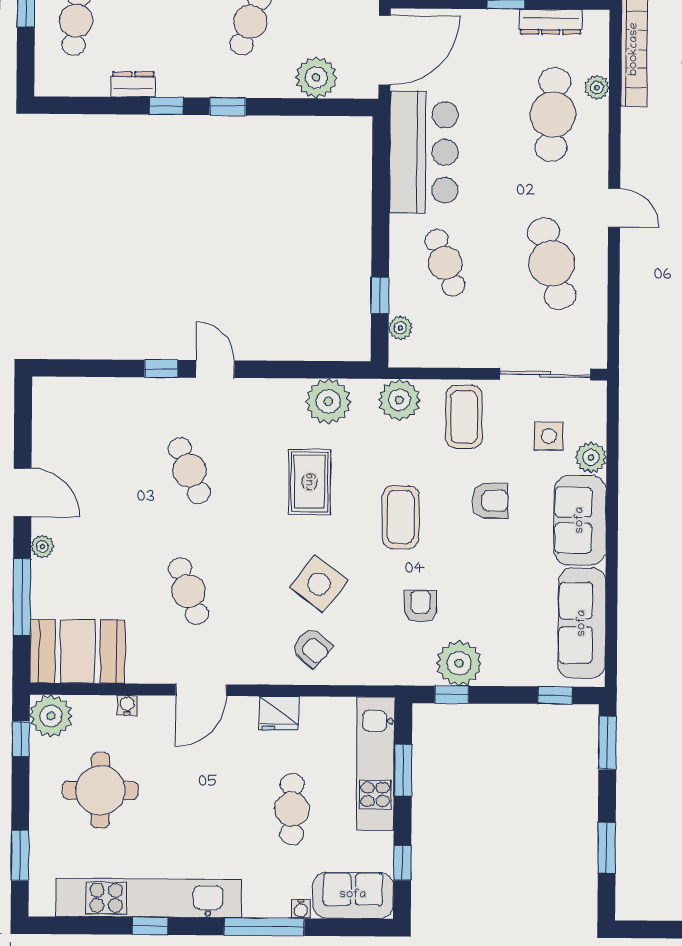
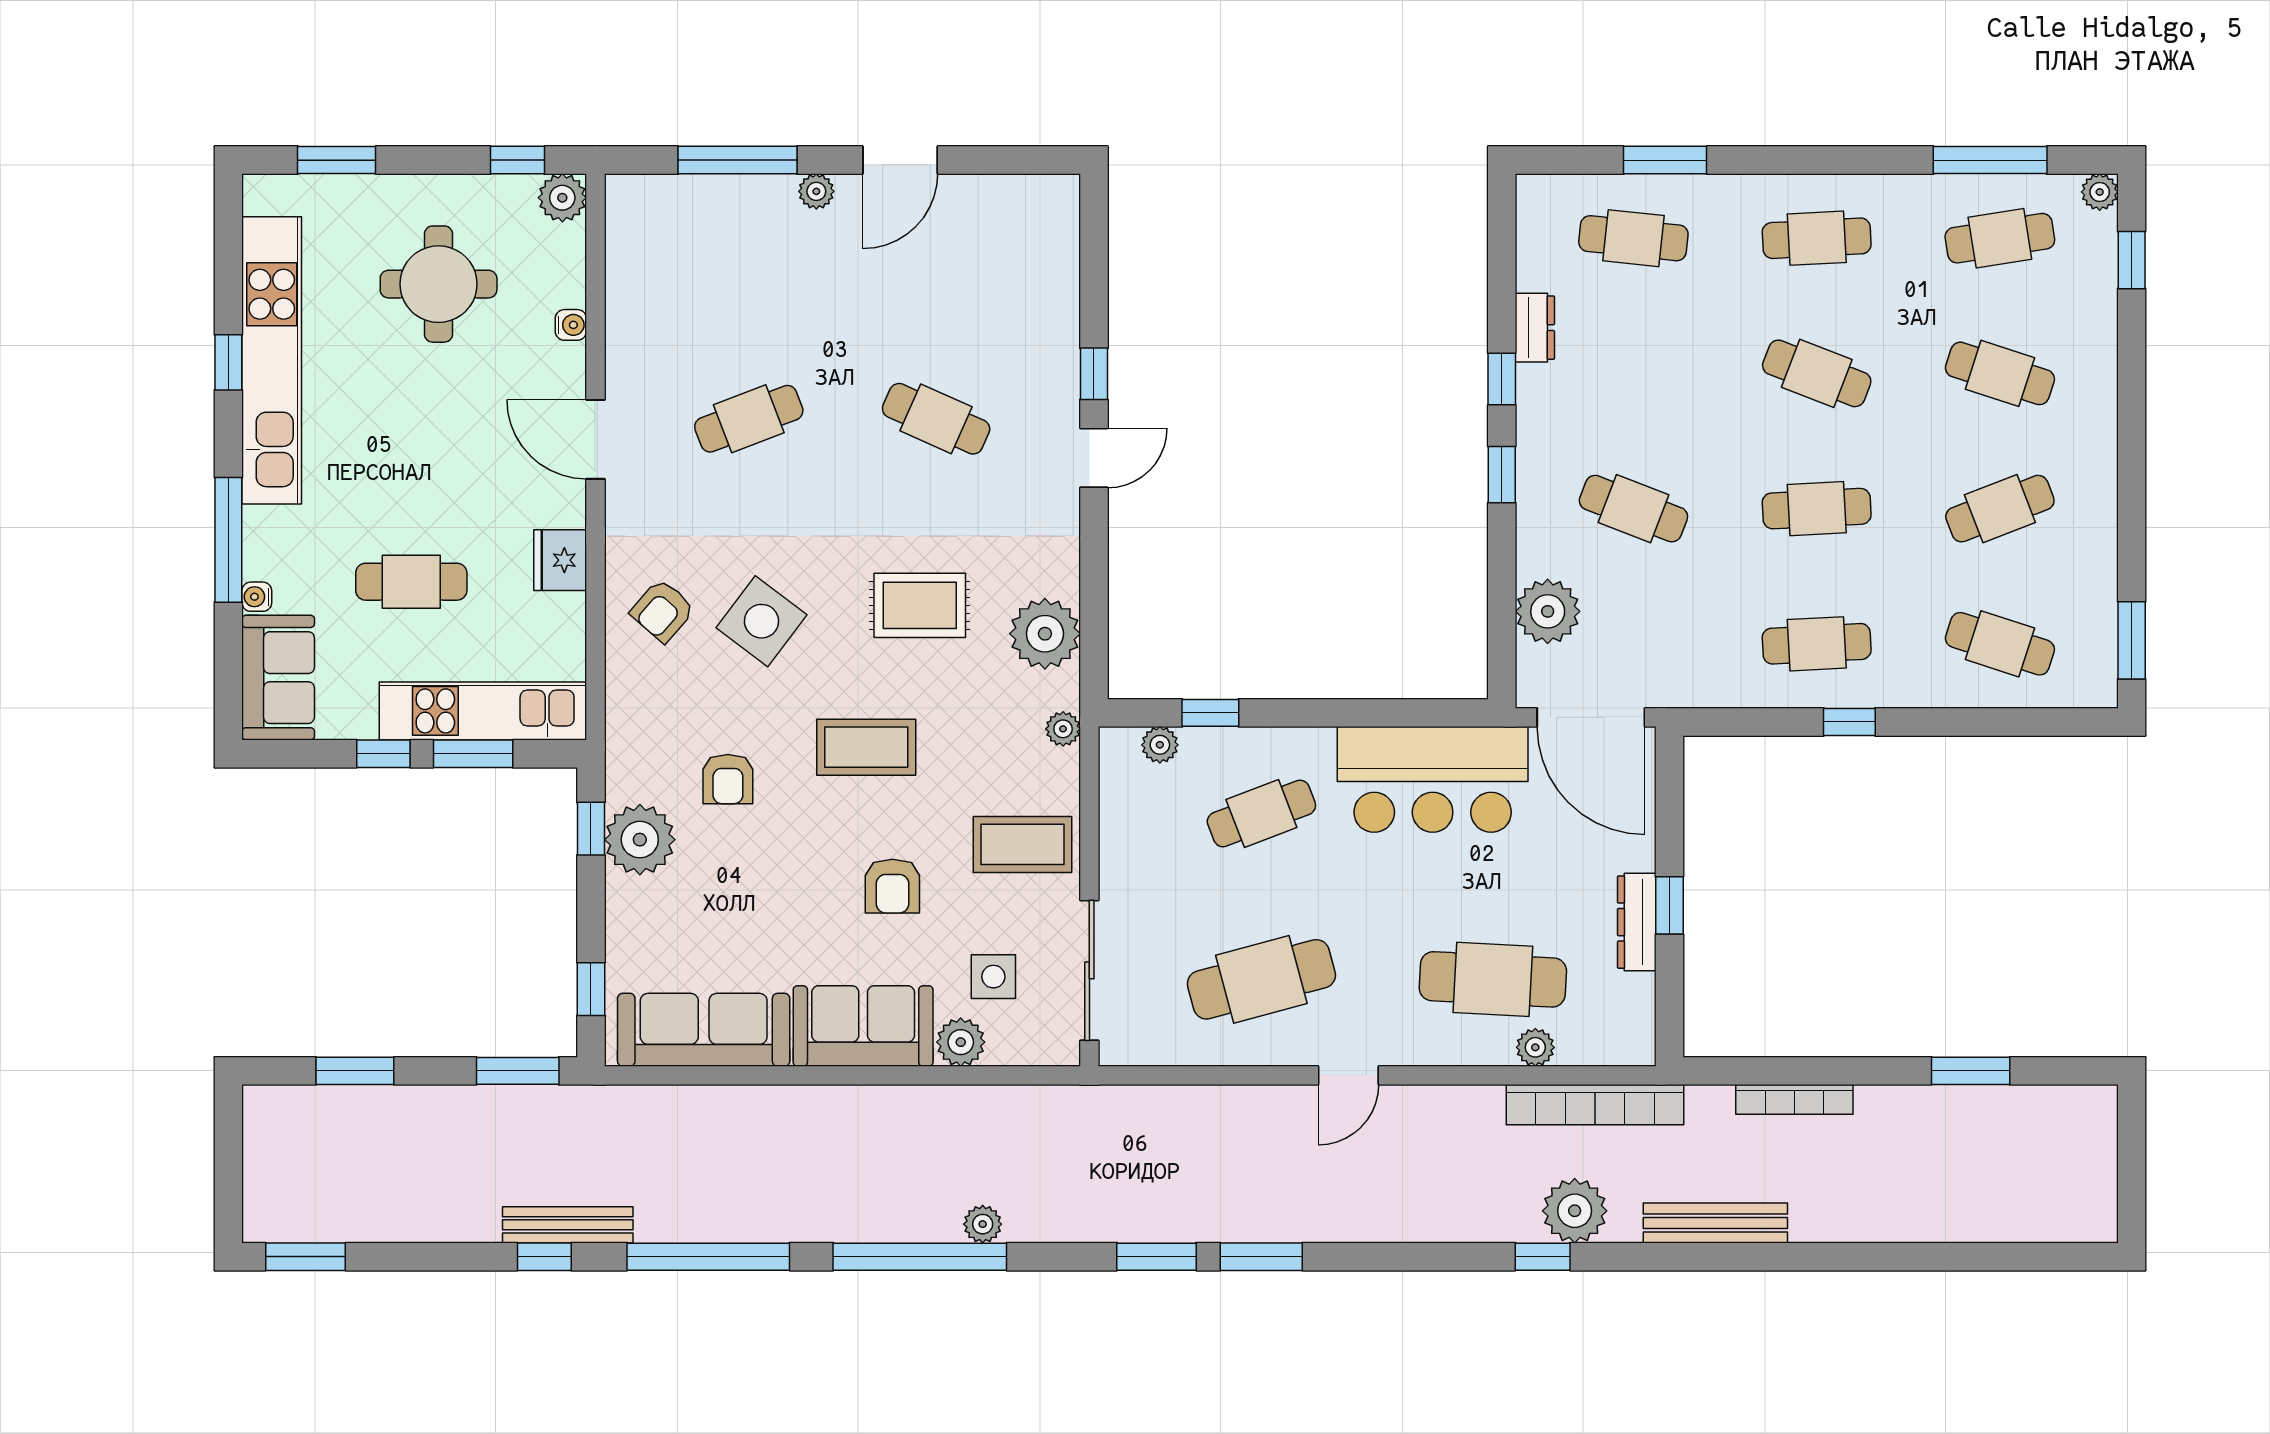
dresser: (551, 22) -> (1637, 922), moved
plant: (399, 400) -> (1063, 729), width x0.53, depth x0.53
cafe table: (189, 471) -> (936, 419), turned 48
armchair: (420, 606) -> (728, 779), turned 90
booth: (78, 652) -> (654, 247), removed
plant: (51, 716) -> (562, 198), width x0.73, depth x0.73
window: (402, 863) -> (383, 754), moved

